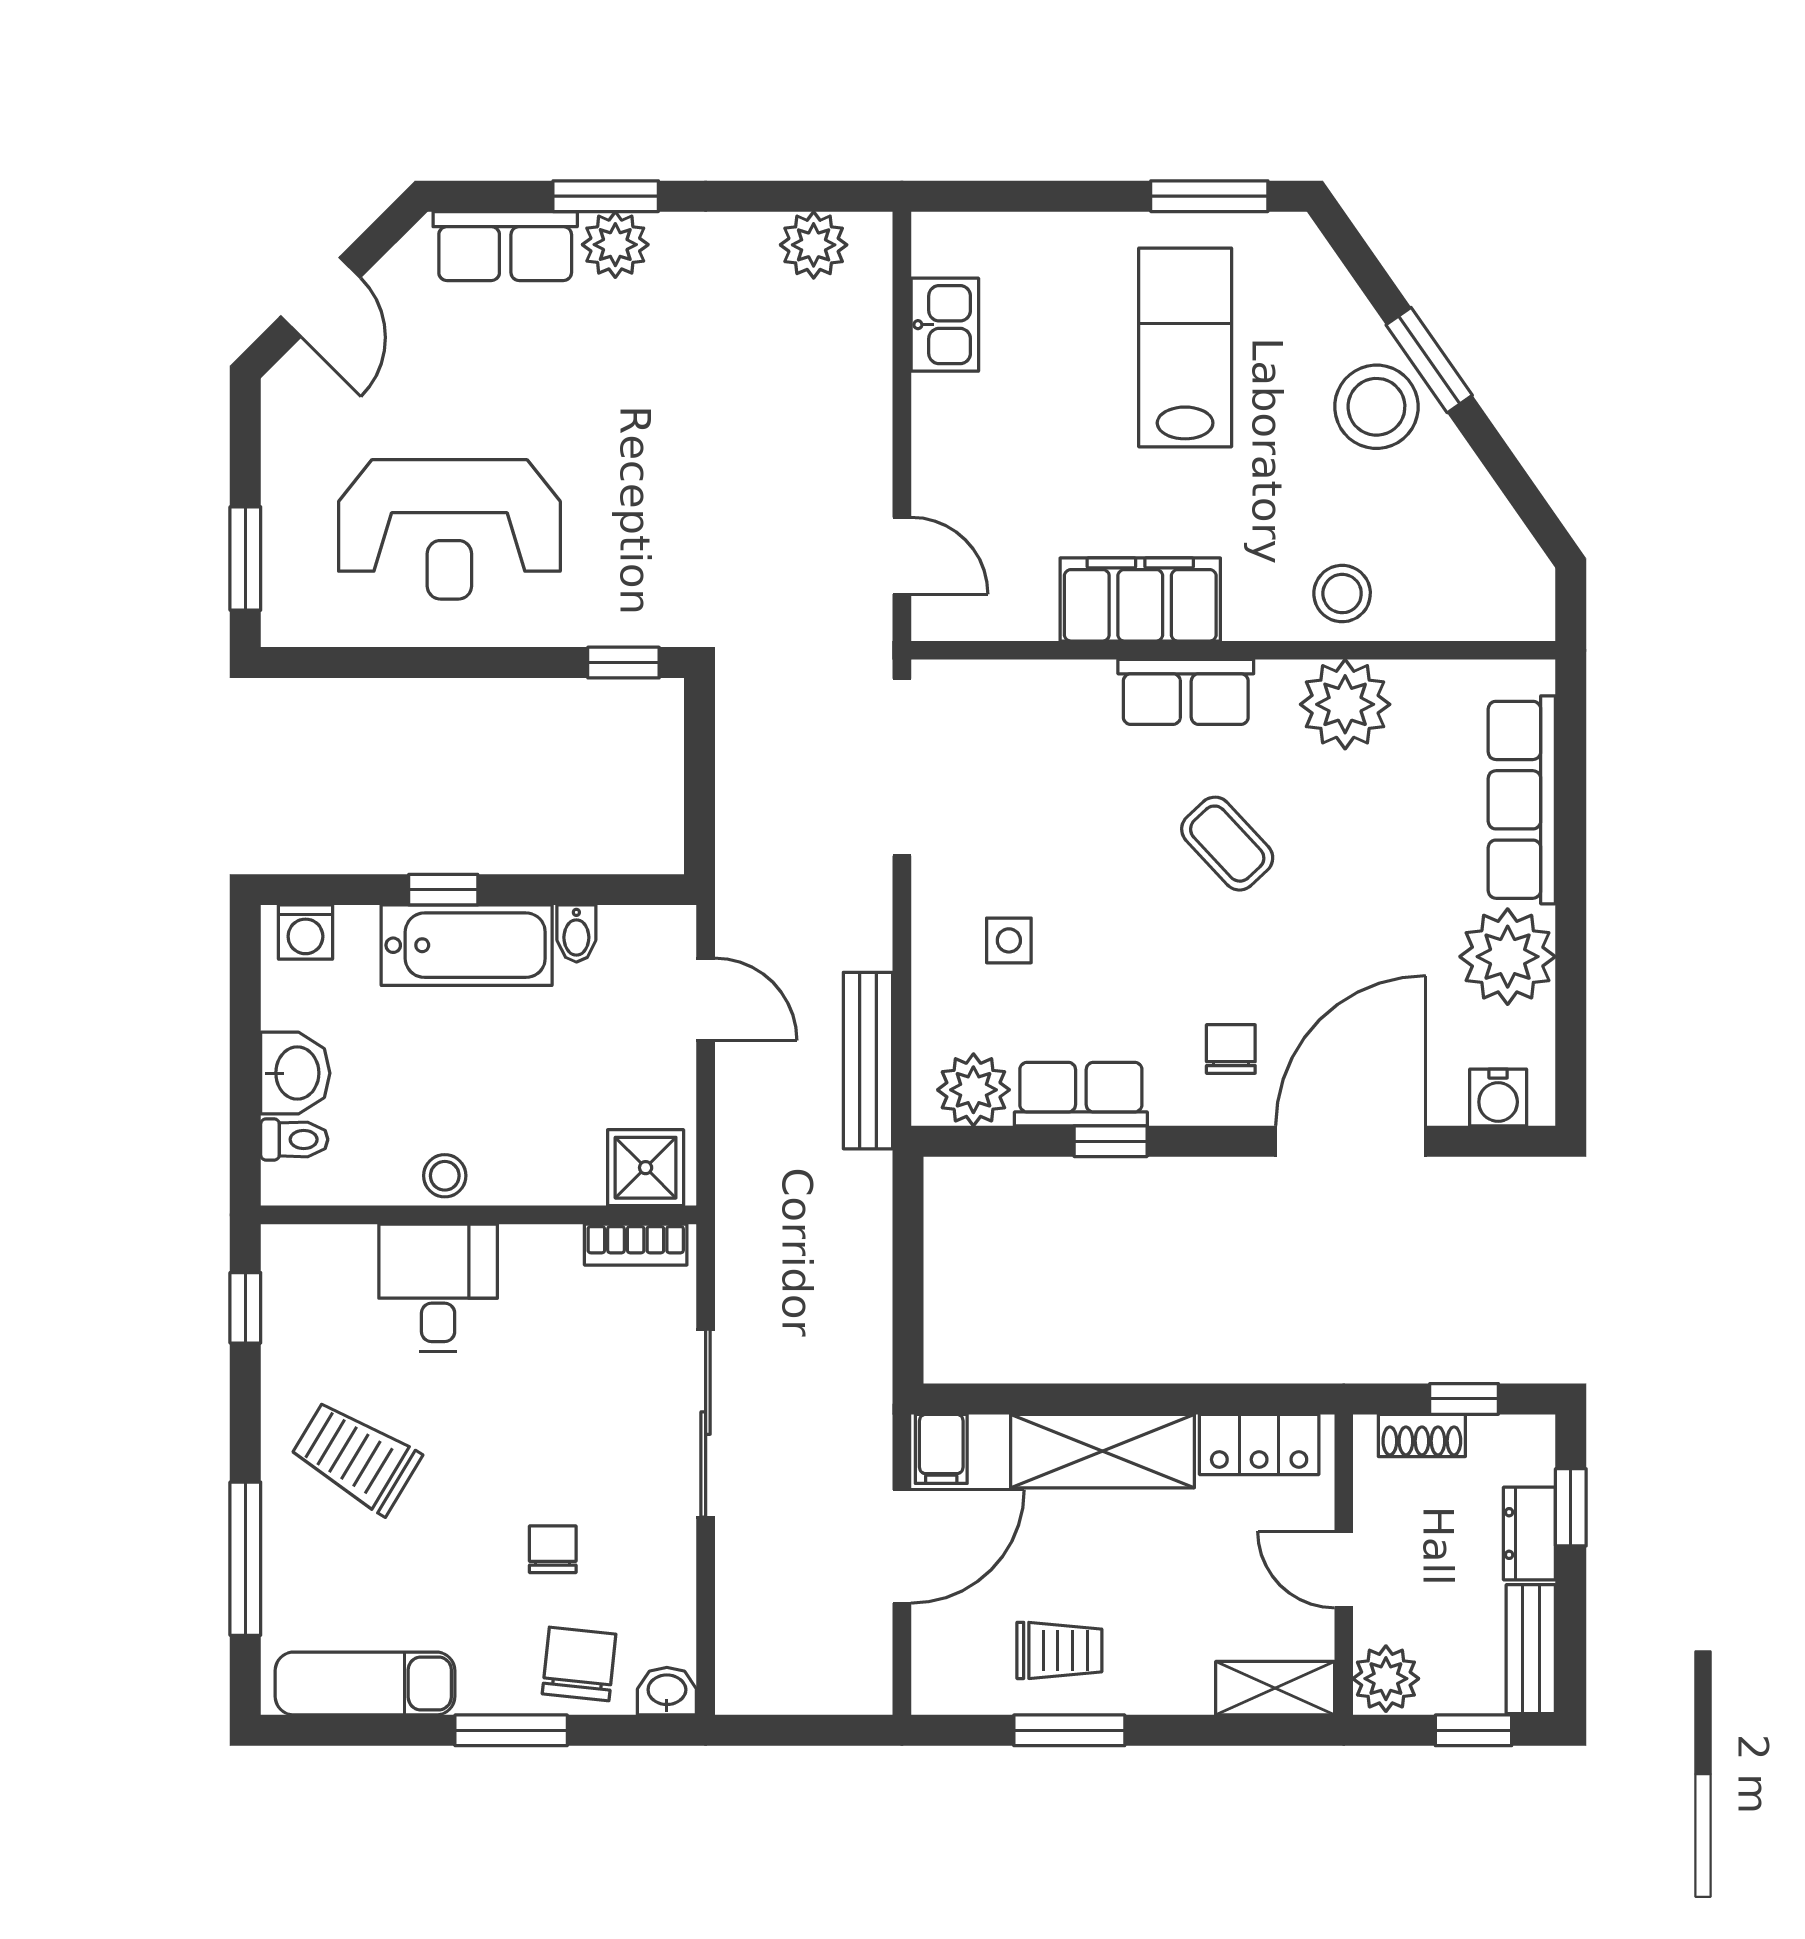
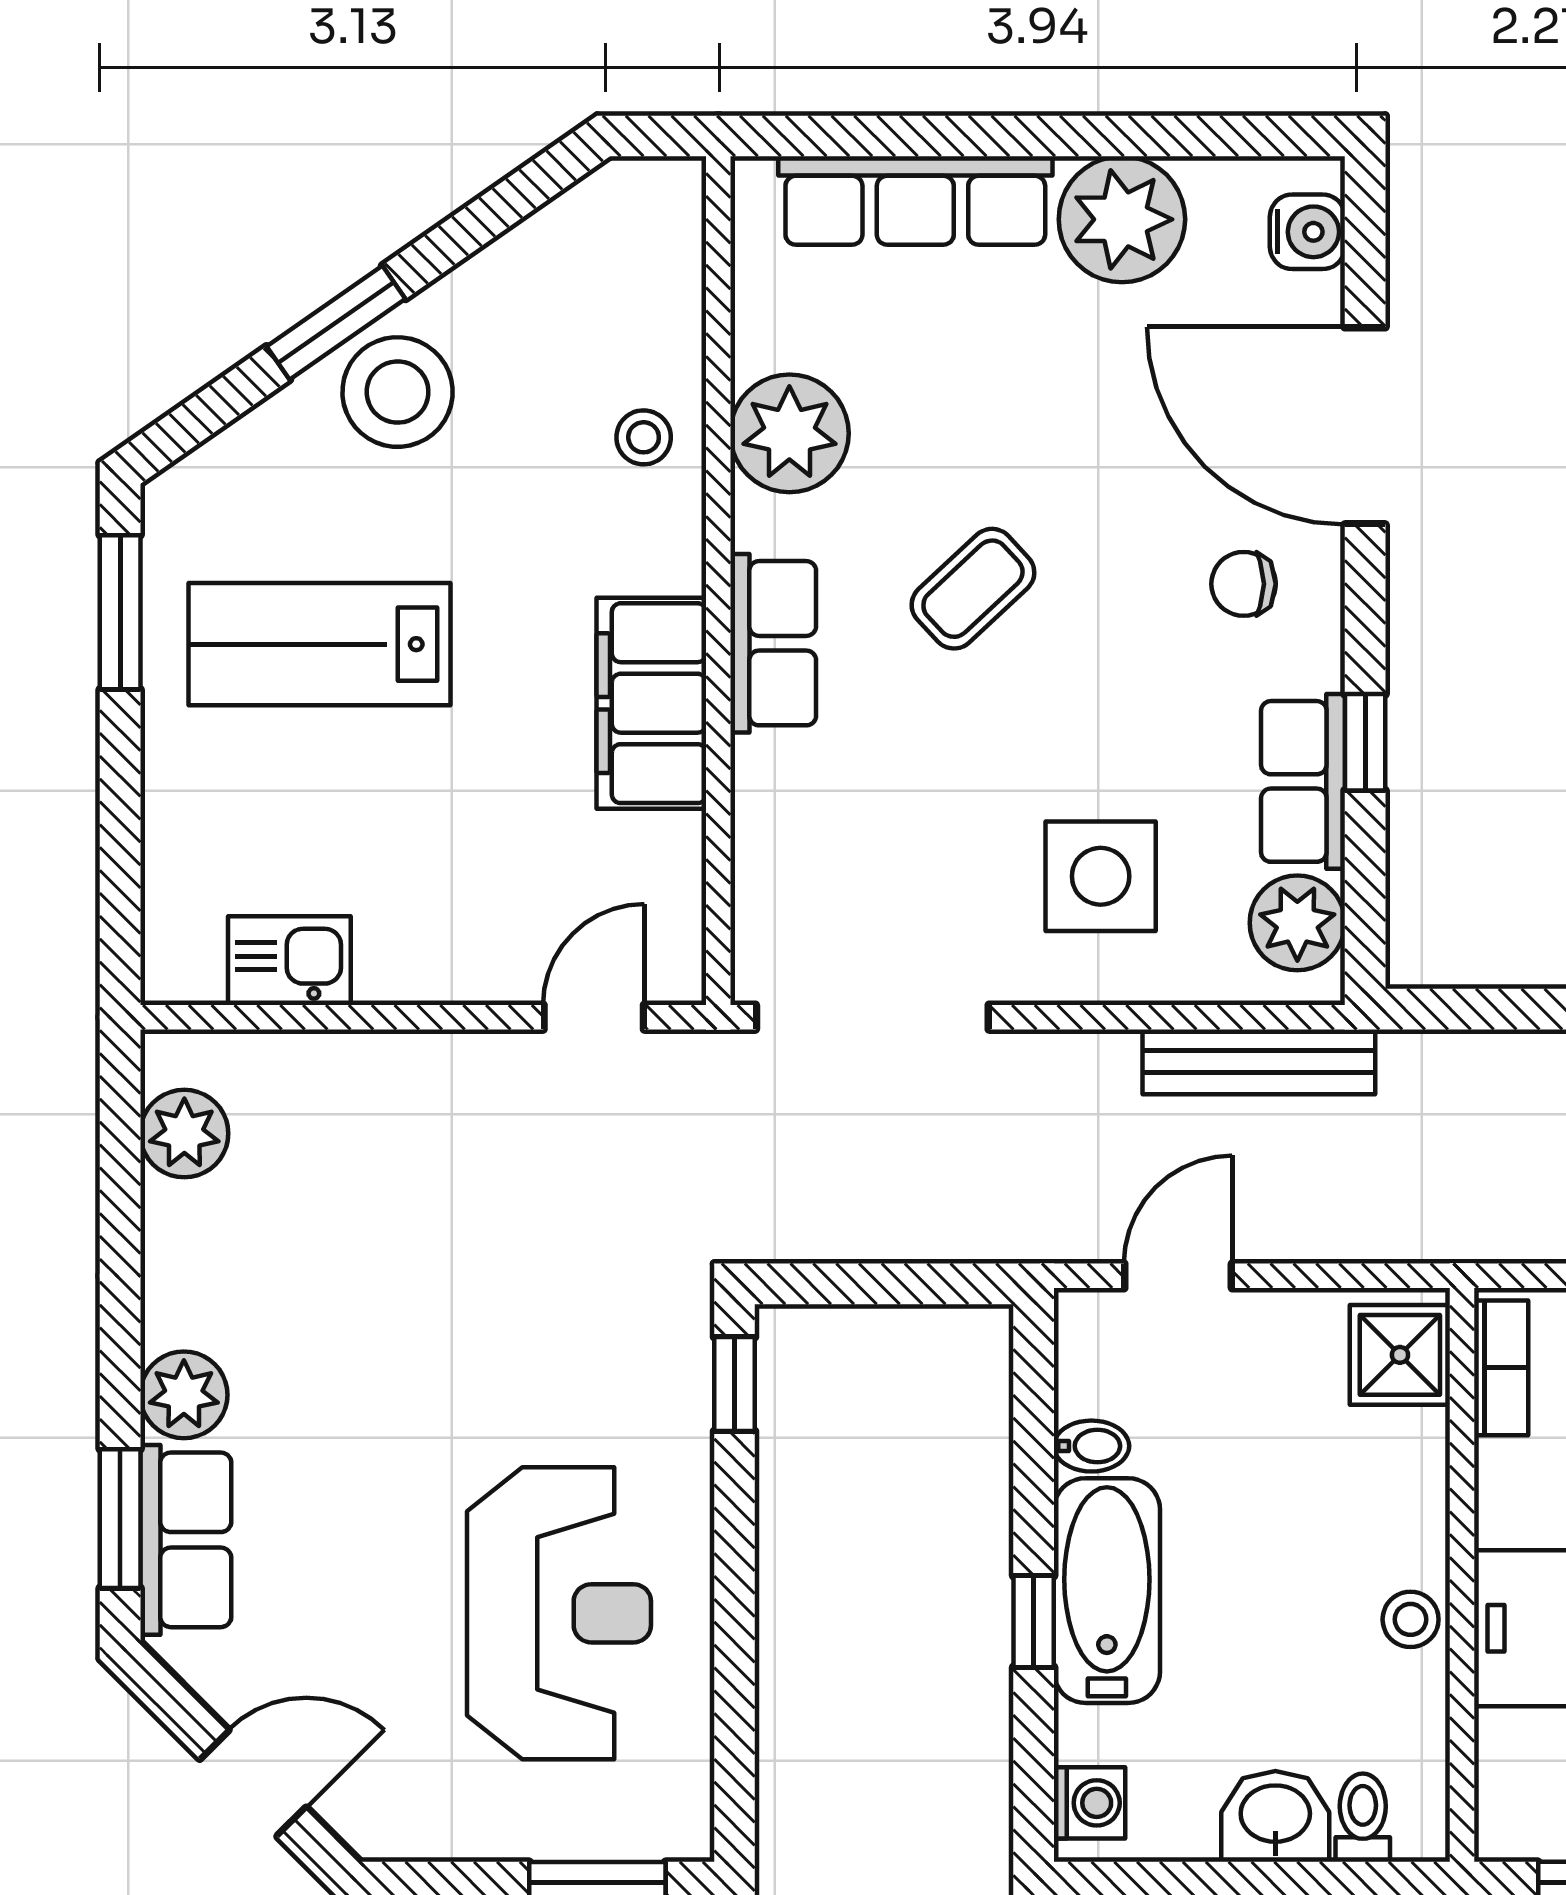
window: (606, 196) -> (120, 1519), moved
stool: (1342, 594) -> (644, 437), width x0.73, depth x0.73
side table: (1009, 940) -> (1101, 876), width x1.87, depth x1.87

